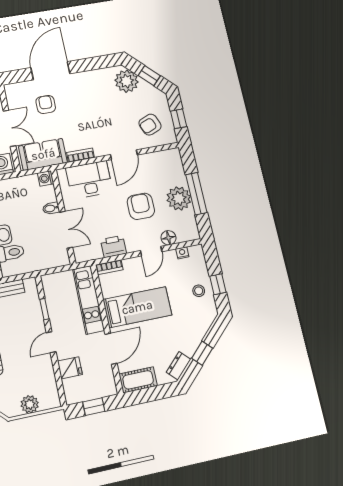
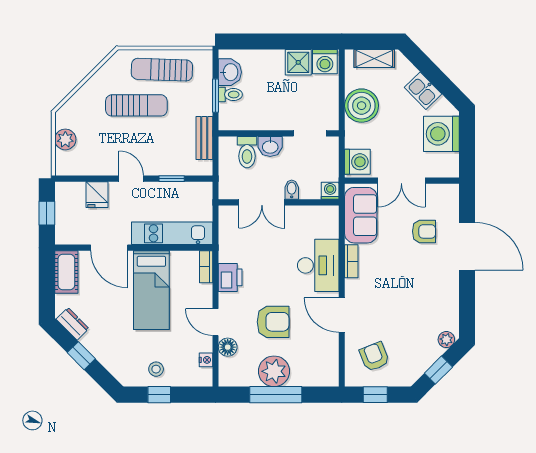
plant: (127, 81) -> (446, 340), width x0.53, depth x0.53
washing machine: (46, 178) -> (330, 191), moved
bidet: (51, 208) -> (292, 190), moved
wall: (63, 217) -> (279, 202), moved
double door: (66, 230) -> (262, 202), moved

